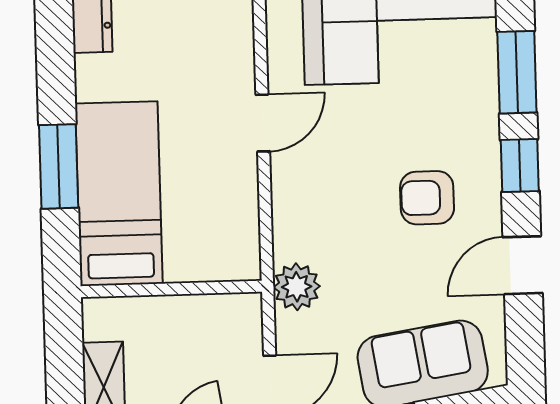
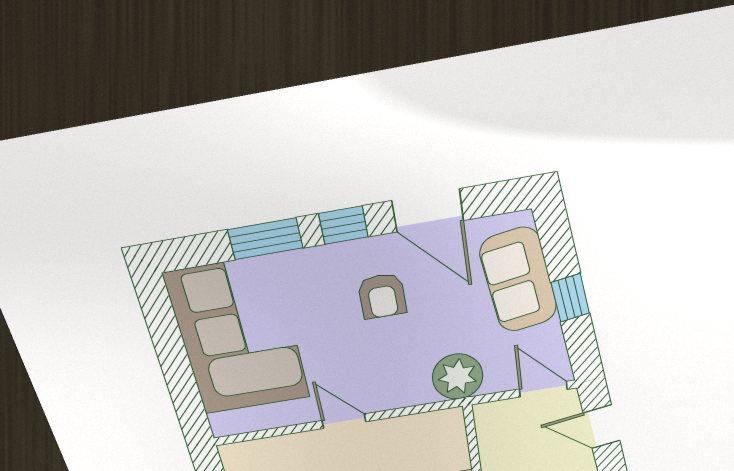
door: (523, 265) -> (428, 211), width x1.38
plant: (297, 287) -> (458, 377), width x1.36, depth x1.36

